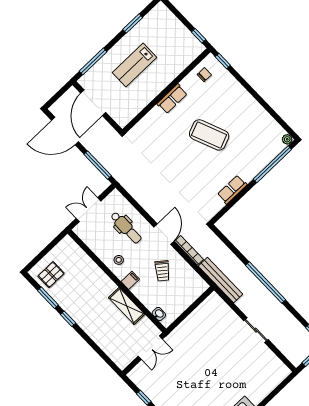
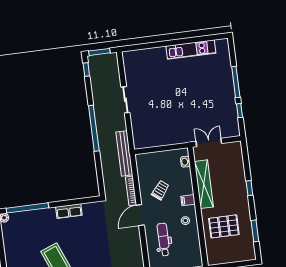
pallet: (51, 275) -> (224, 226), moved, width x1.50, depth x1.42
shelving: (127, 306) -> (204, 184), width x1.47
window: (68, 319) -> (249, 188), moved

